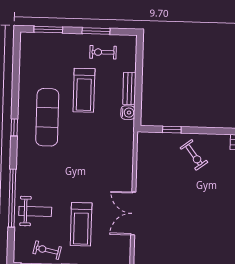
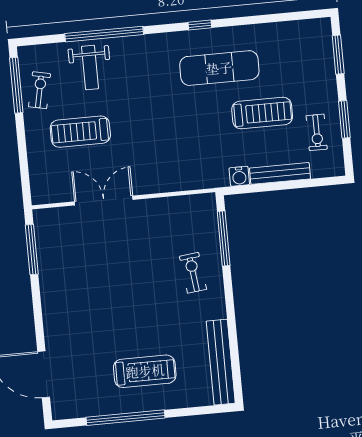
exercise bike: (103, 52) -> (317, 132), turned 180
bench: (129, 89) -> (280, 173), width x1.36
treadmill: (84, 90) -> (262, 113), turned 180
window: (172, 130) -> (224, 239), width x2.17
exercise bike: (194, 155) -> (193, 273), turned 120

